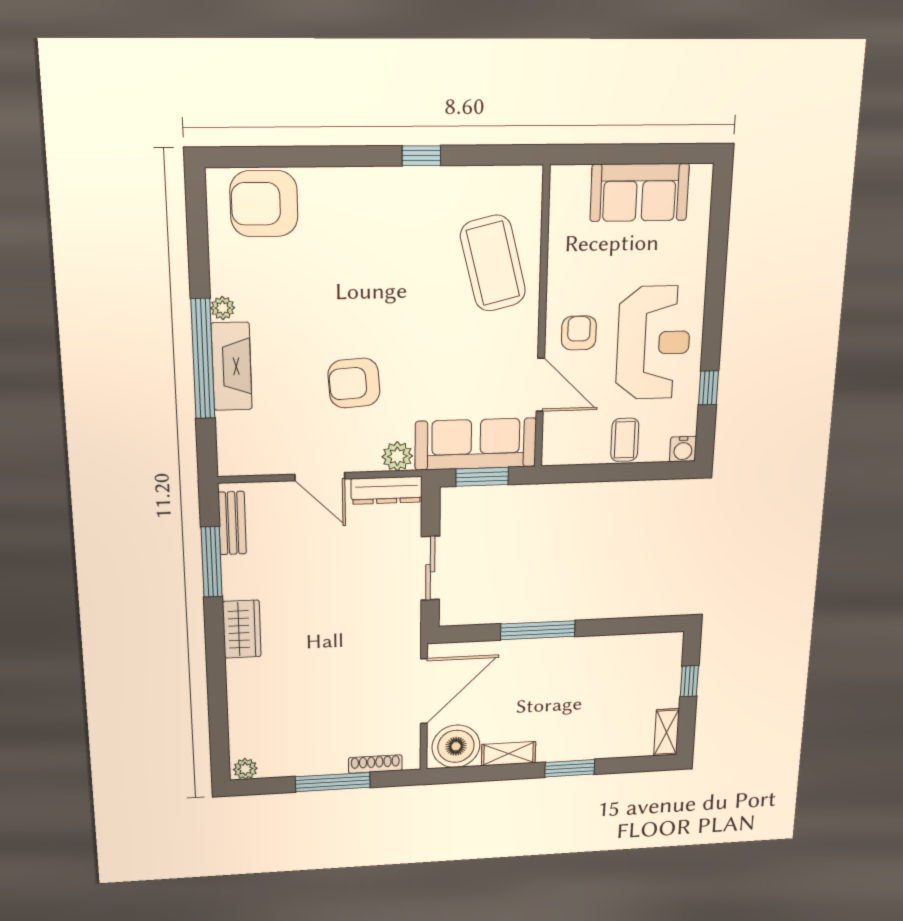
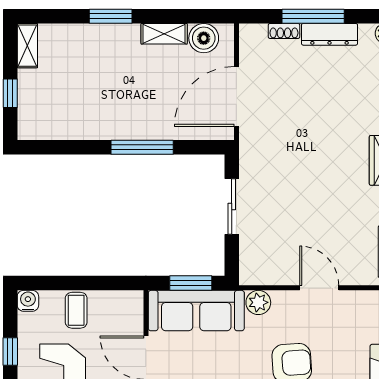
dresser: (387, 490) -> (330, 34), moved, turned 180
boiler: (456, 746) -> (204, 38), width x0.73, depth x0.73
shoe rack: (375, 764) -> (284, 31), width x0.70

